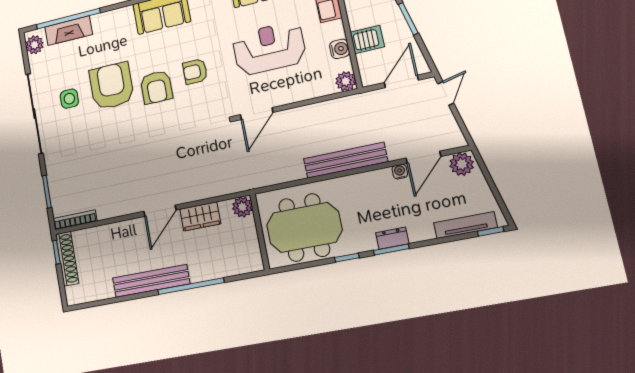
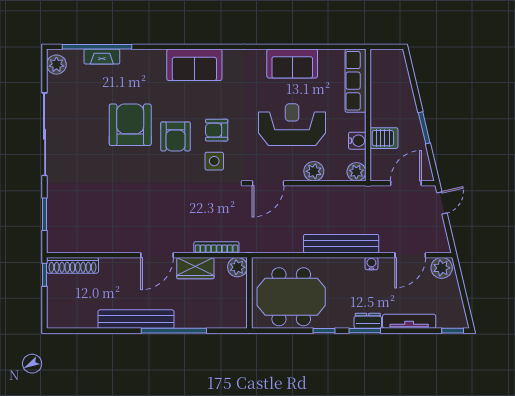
fireplace: (69, 31) -> (102, 57), width x0.73, depth x0.76
plant: (301, 91) -> (314, 171), added
side table: (69, 99) -> (214, 161), moved
water cooler: (400, 172) -> (371, 264), moved
bookcase: (75, 220) -> (216, 247), moved
tv unit: (465, 225) -> (409, 321), moved
shoe rack: (67, 259) -> (73, 265), moved, turned 90

